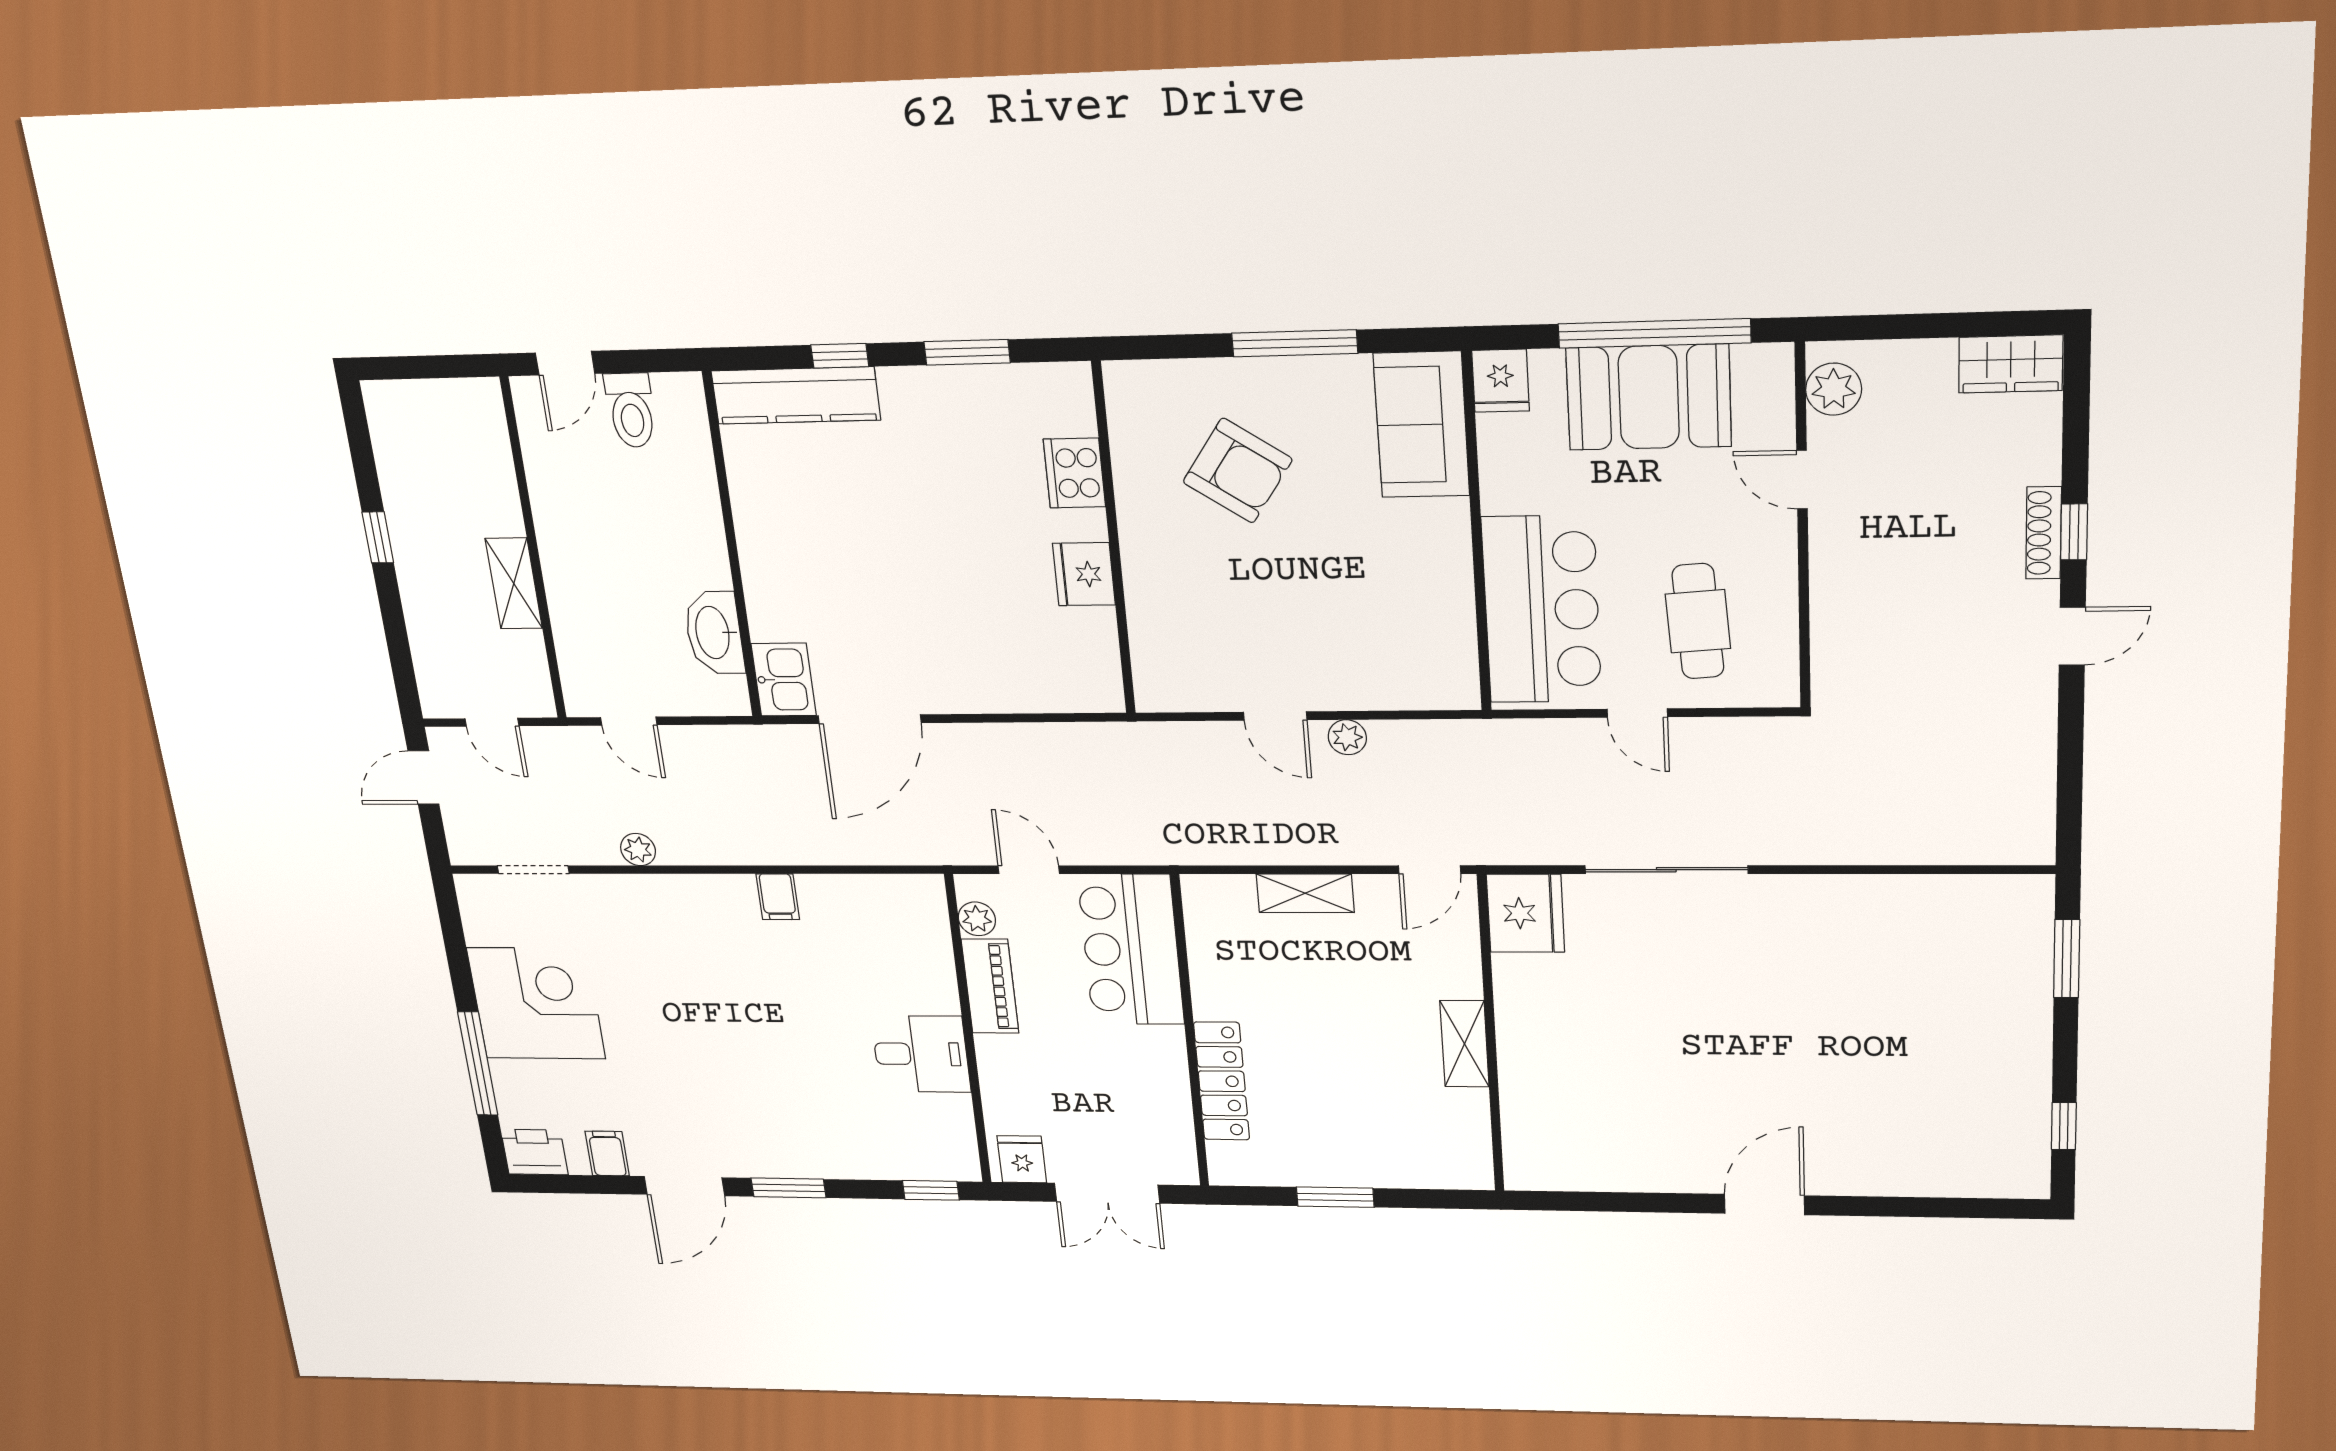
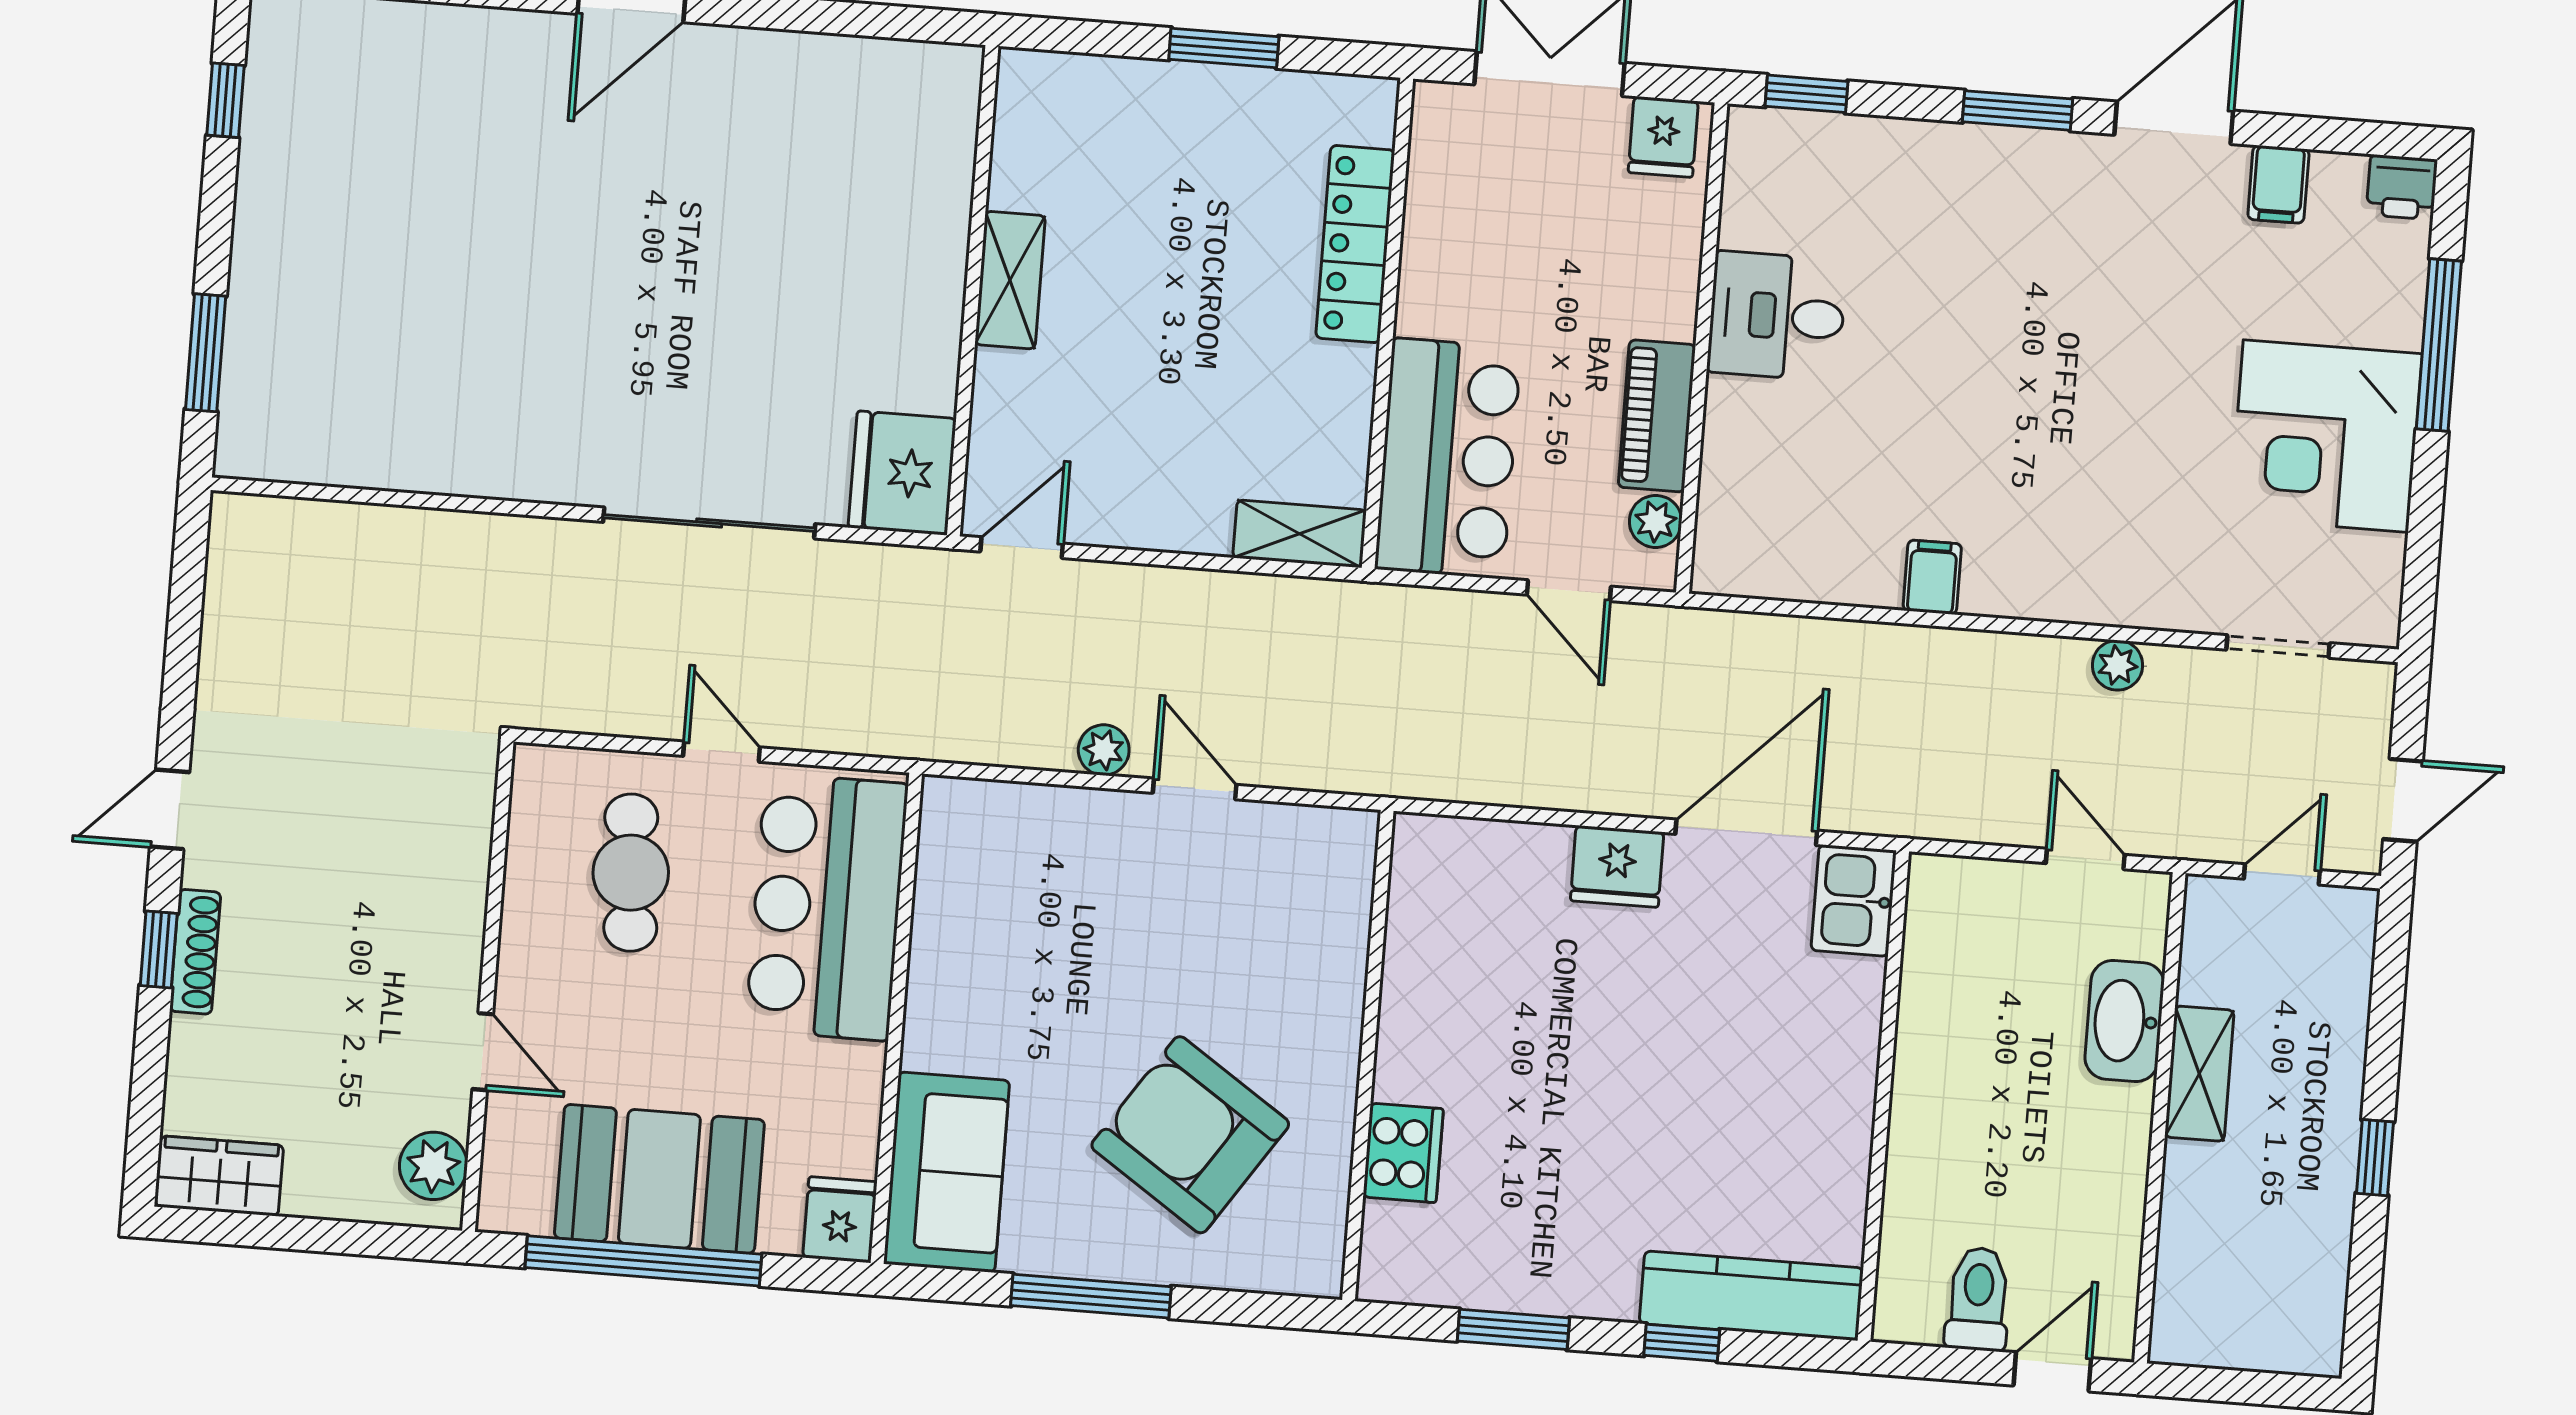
armchair: (1238, 471) -> (1190, 1135), width x1.36, depth x1.36
fridge: (1084, 574) -> (1617, 866), moved, turned 90
washbasin: (714, 633) -> (2125, 1021), moved, turned 180
door: (492, 722) -> (2282, 874), hinge flipped
shelving: (1305, 893) -> (1300, 534), moved
printer: (534, 1152) -> (2402, 187), width x0.73, depth x0.81

